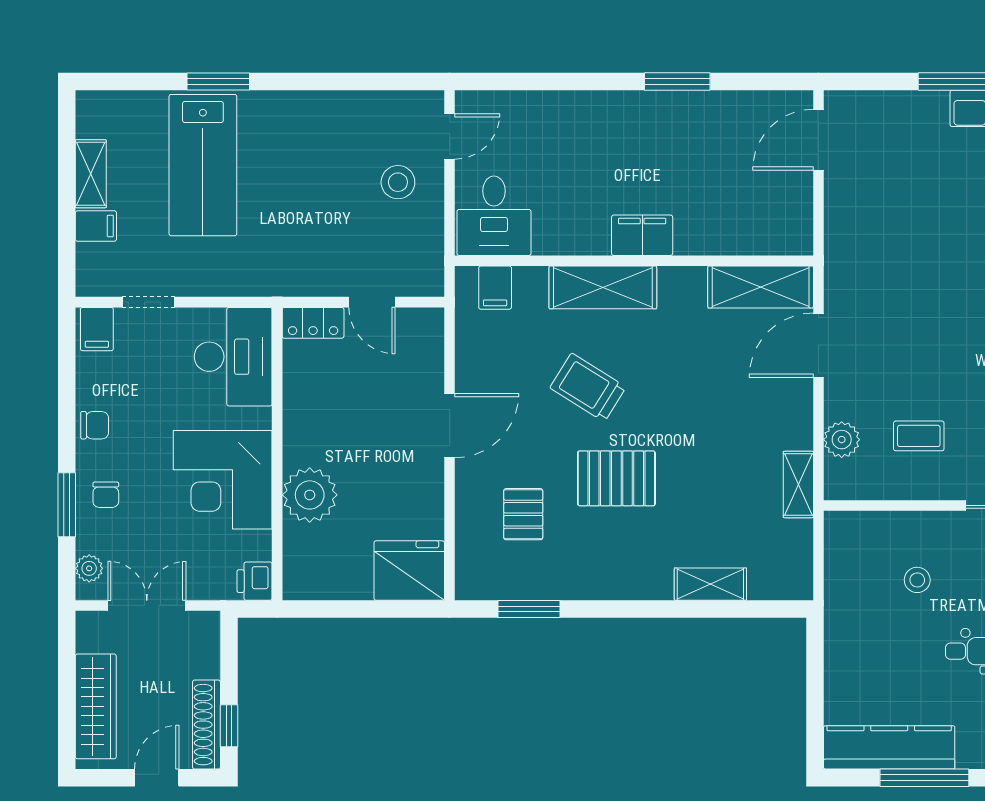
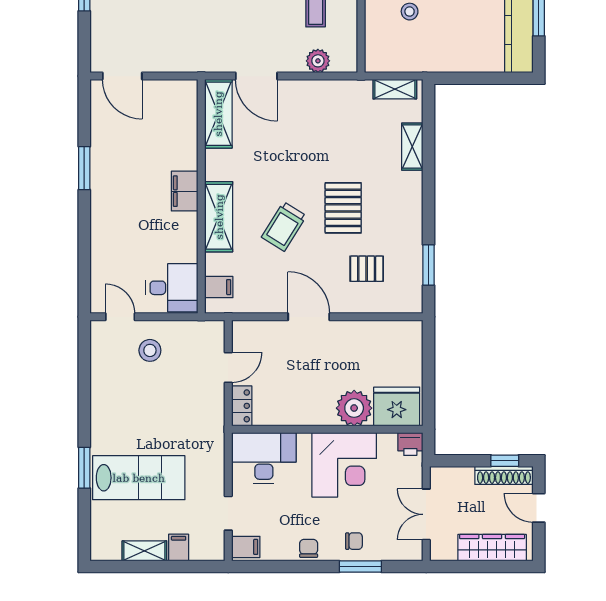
shelving: (798, 484) -> (395, 89), moved
plant: (89, 568) -> (402, 552), removed
fridge: (409, 571) -> (397, 406), moved, turned 90

